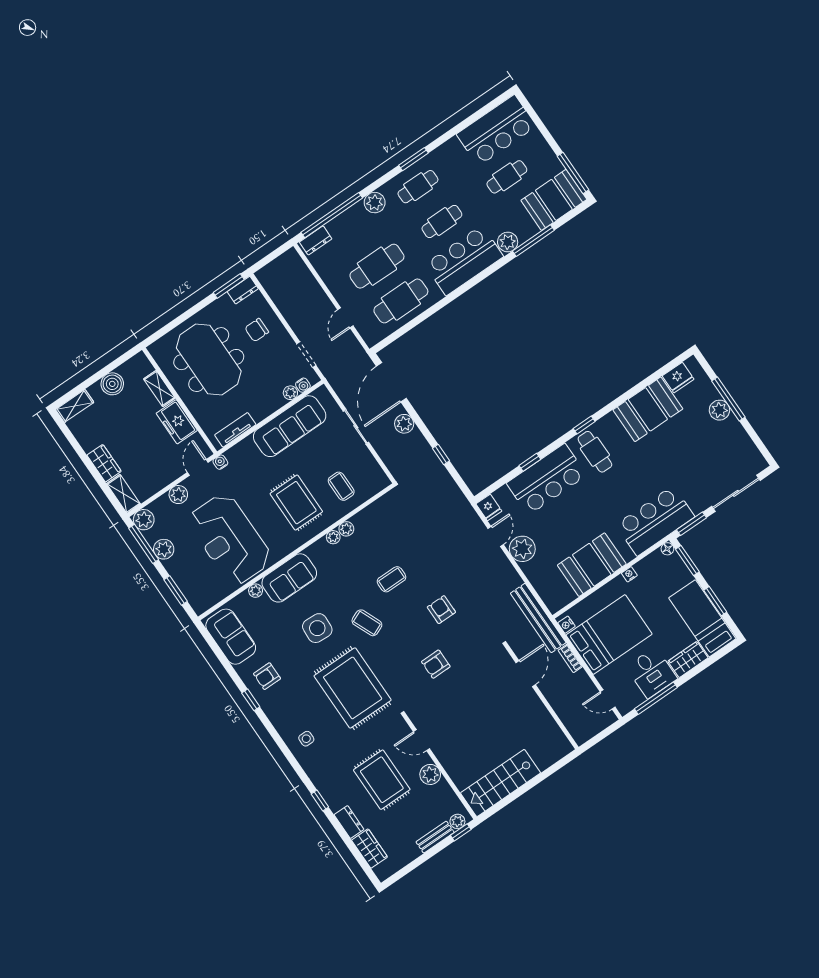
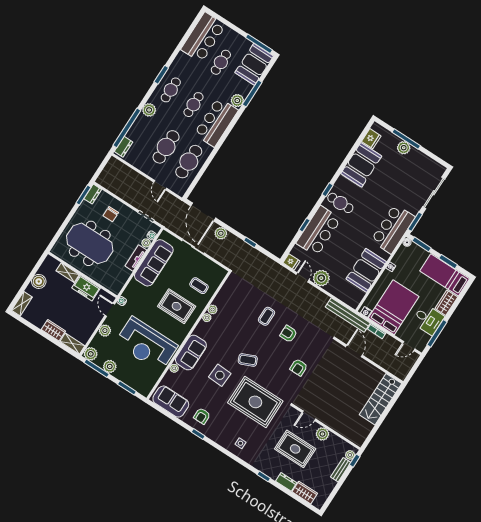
tv unit: (235, 430) -> (136, 258), moved
coffee table: (391, 579) -> (266, 316), moved
stairs: (501, 783) -> (381, 399), moved

